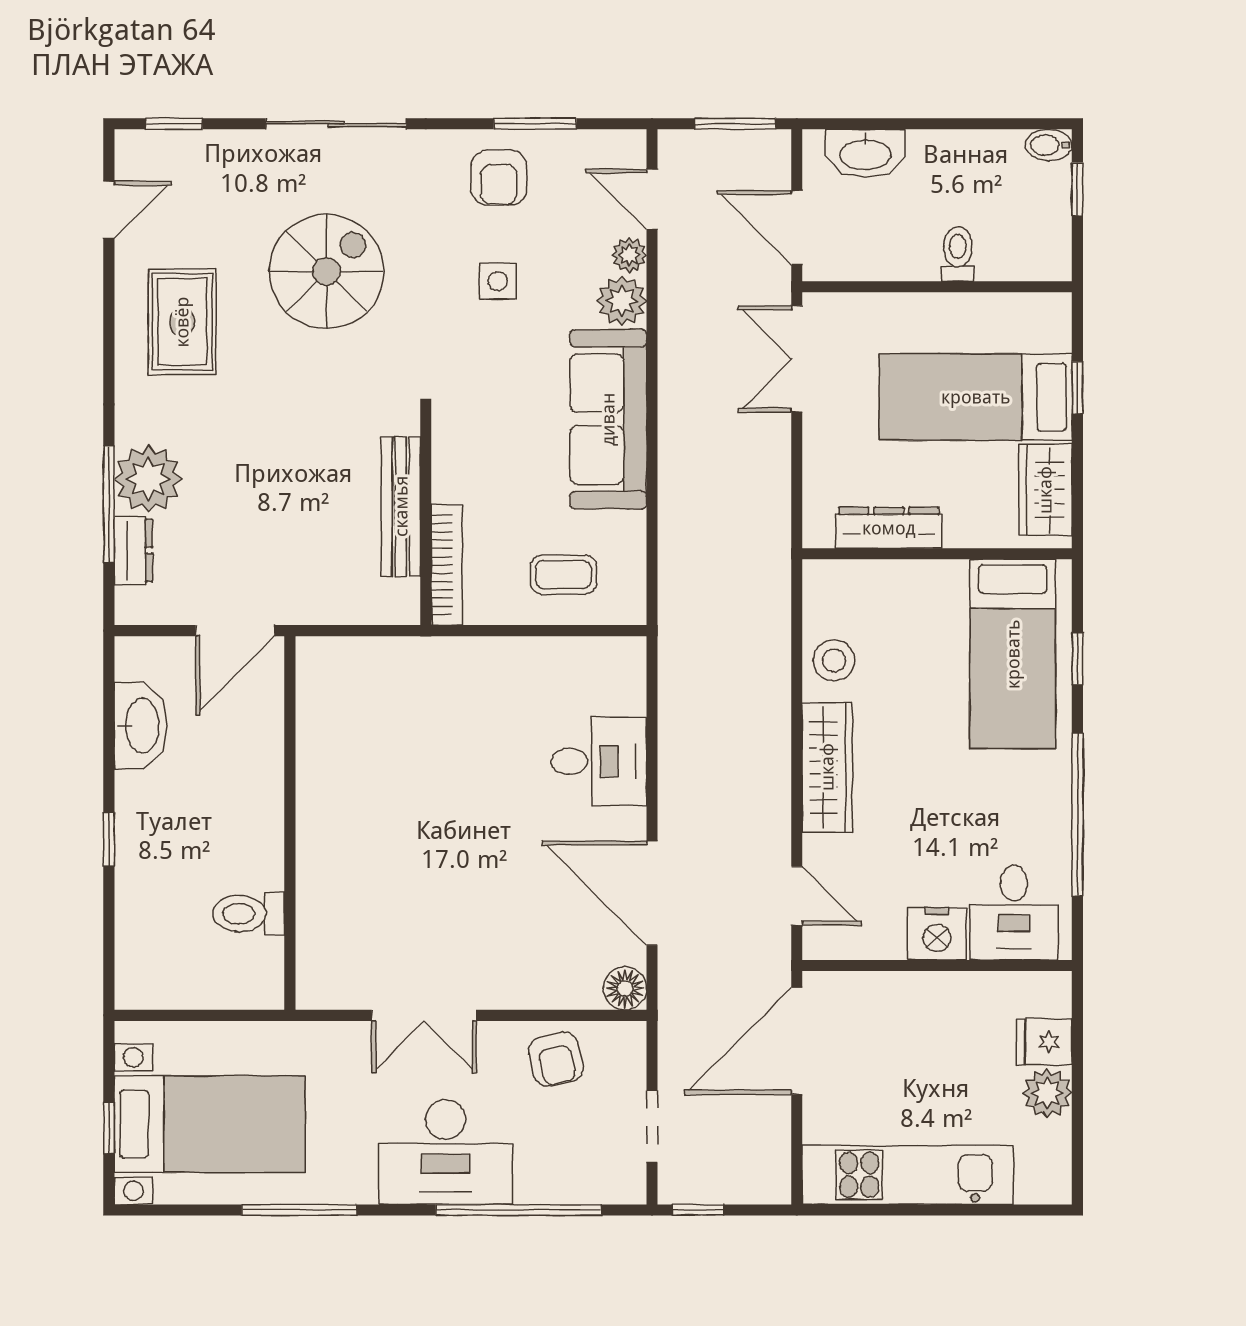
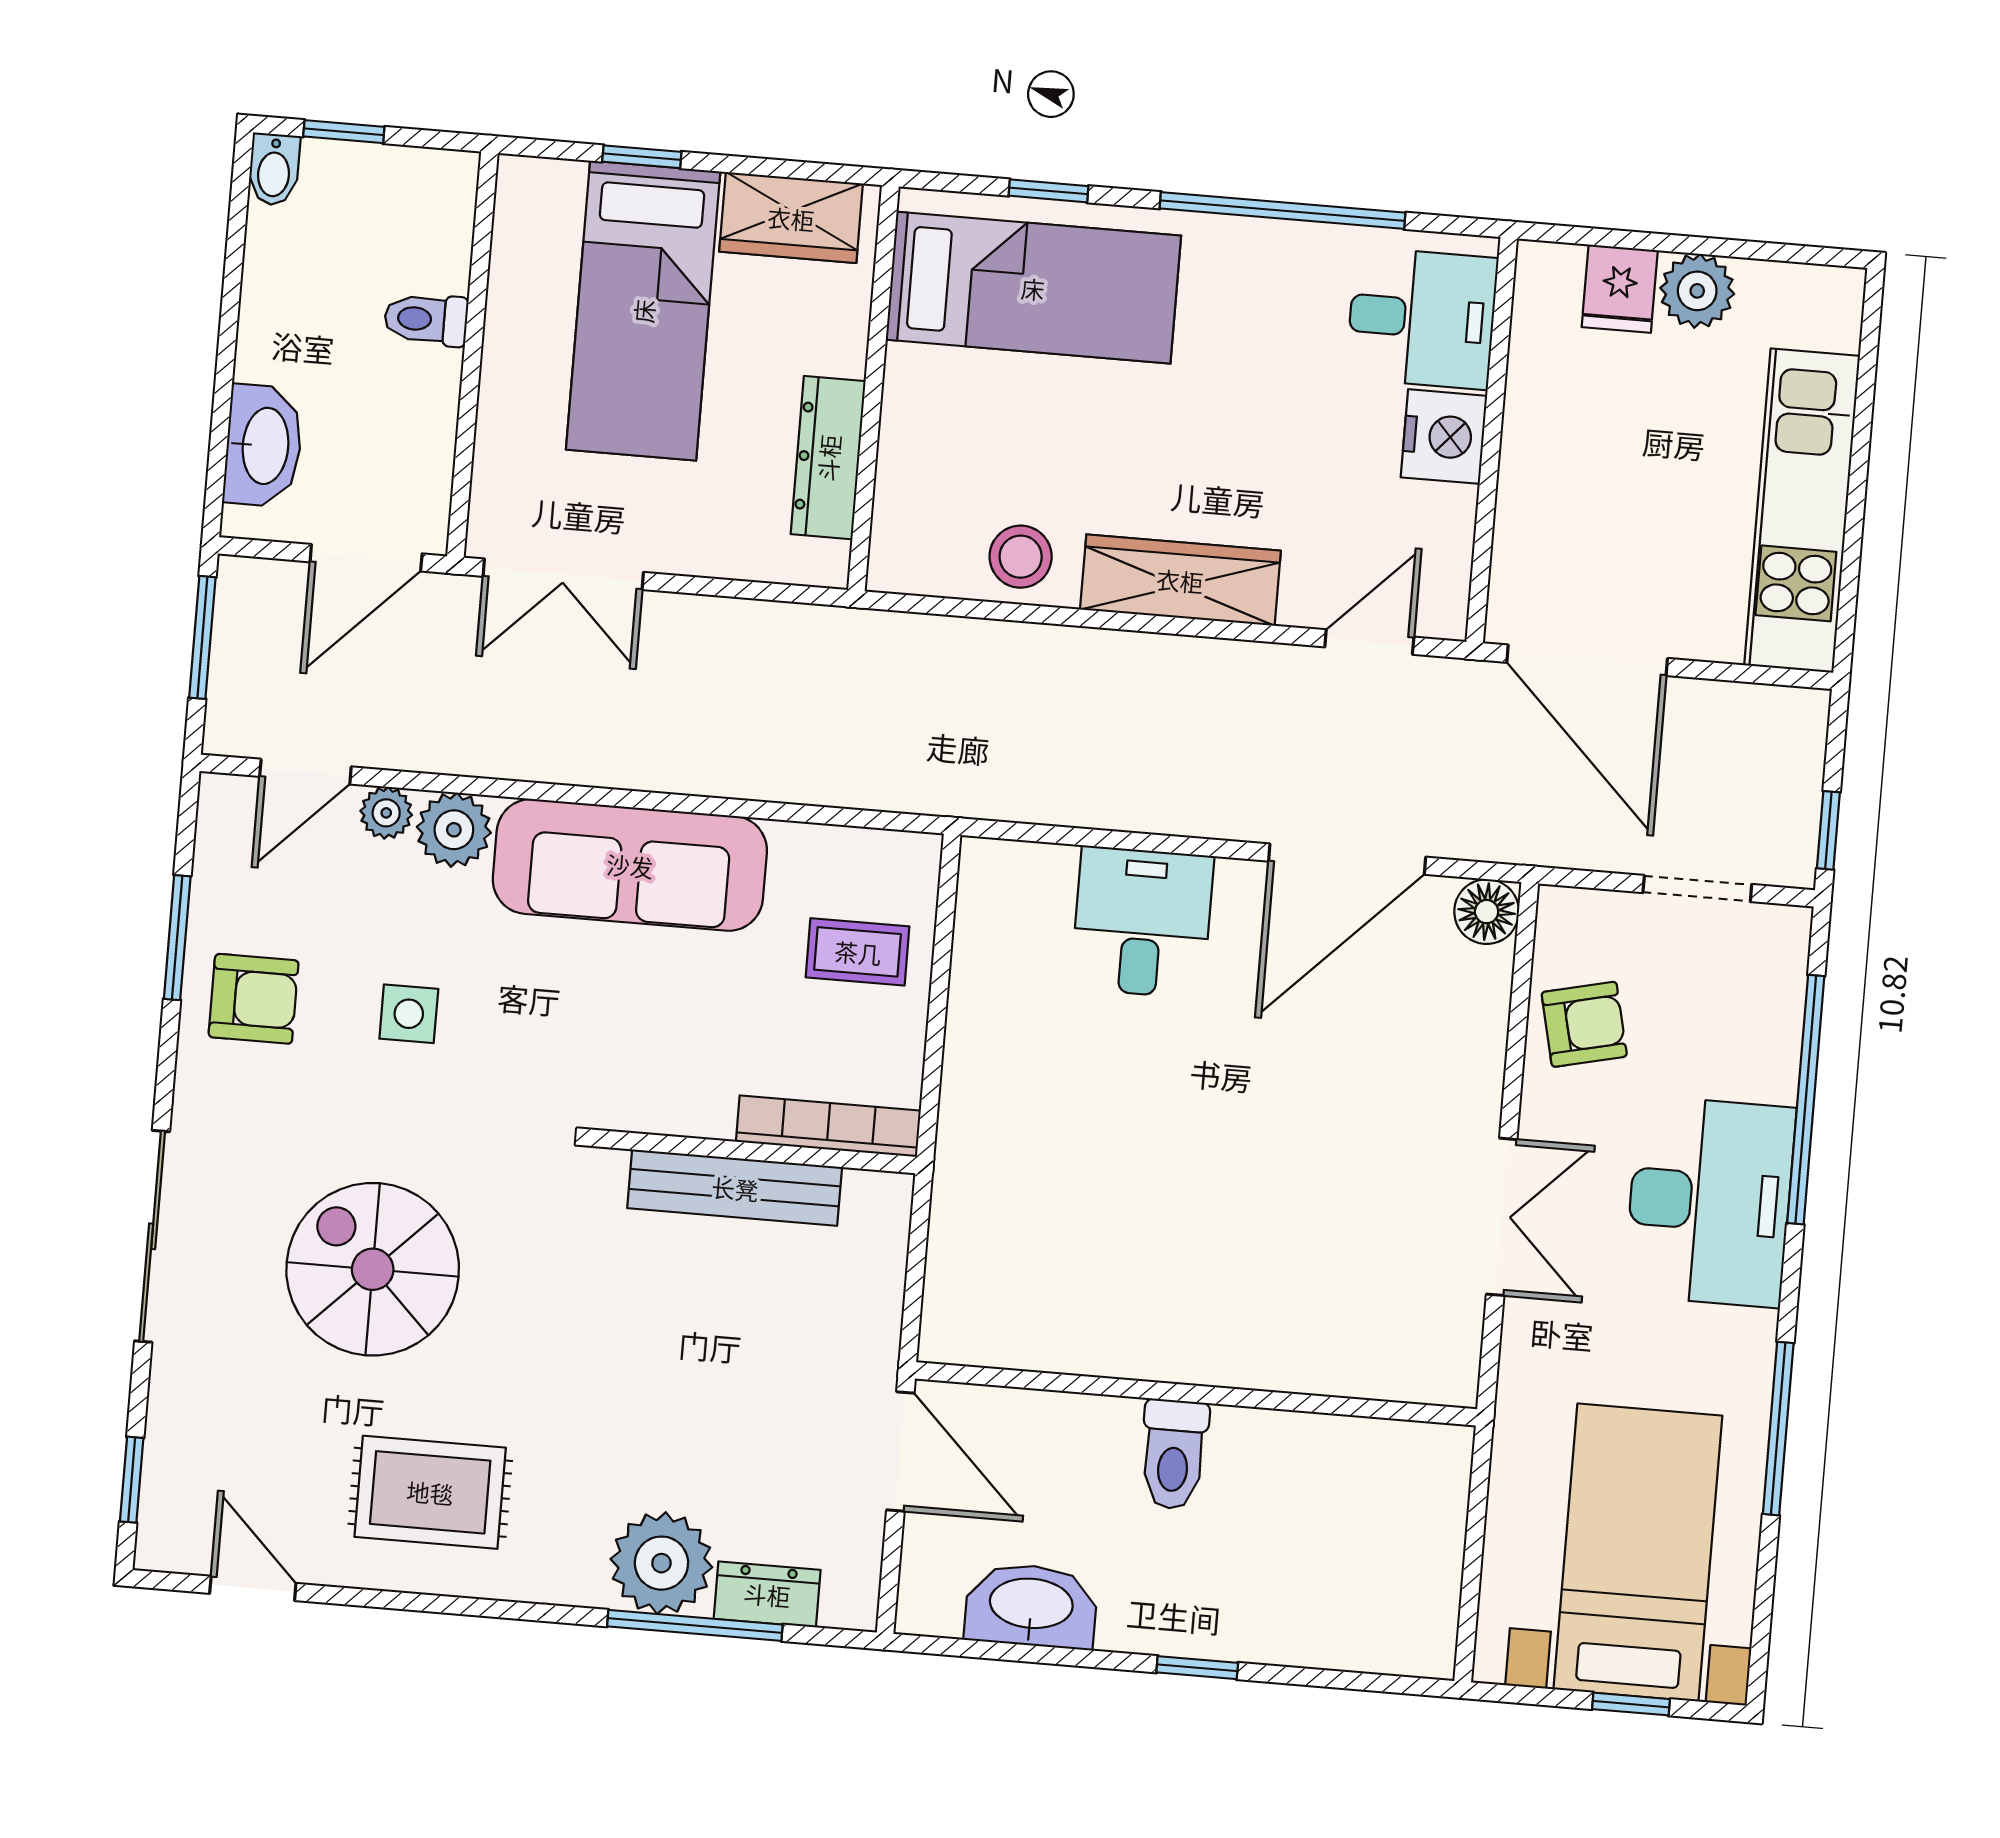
coffee table: (563, 575) -> (858, 952), turned 90
toilet: (249, 914) -> (1174, 1454), moved

